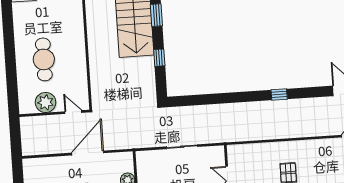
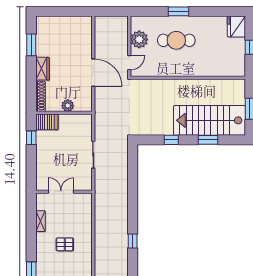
window: (10, 59) -> (179, 11), added

